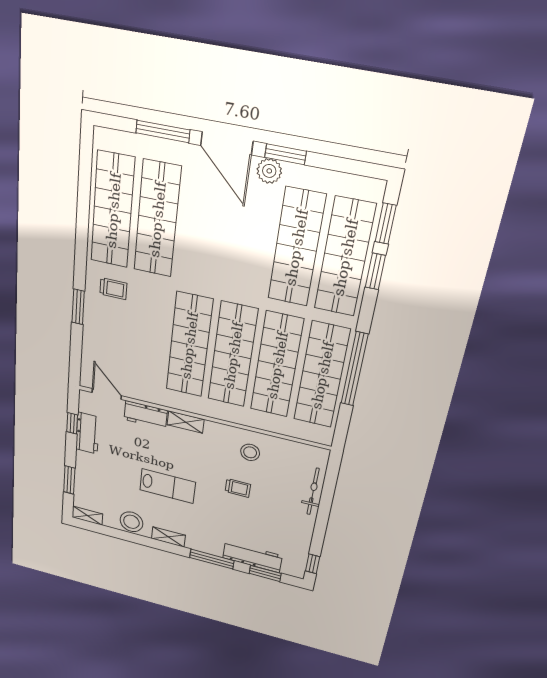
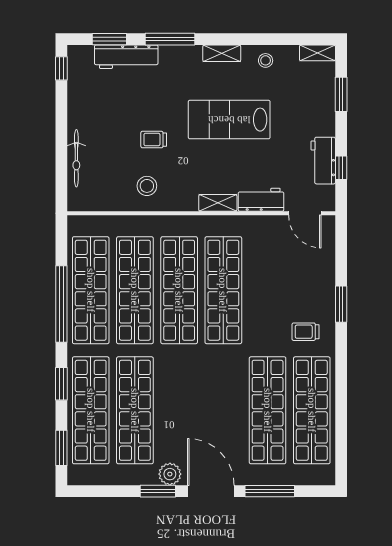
window: (375, 271) -> (61, 384), moved
lab bench: (168, 486) -> (229, 120), width x1.36, depth x1.39
stool: (131, 522) -> (266, 60), width x0.53, depth x0.53

